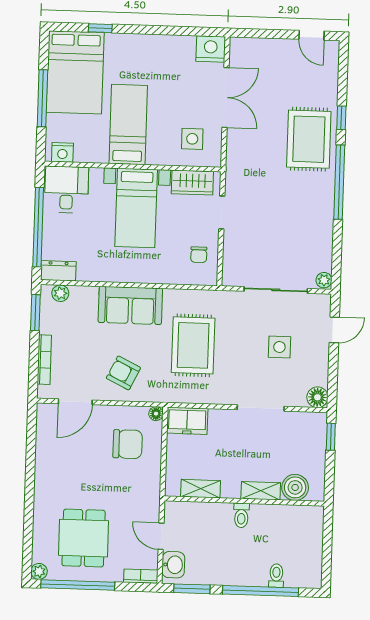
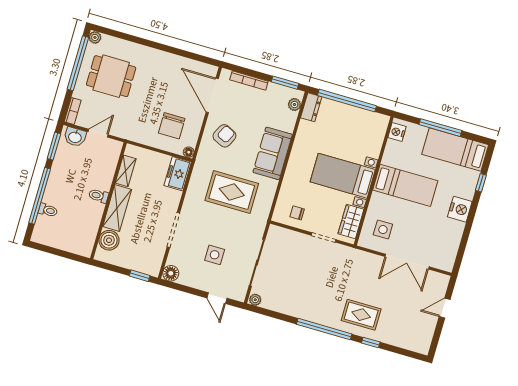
door: (311, 35) -> (445, 308), moved
nightstand: (211, 49) -> (460, 209), moved
bed: (75, 72) -> (455, 150), width x0.67
rug: (309, 139) -> (361, 315), width x0.73, depth x0.70
desk: (66, 190) -> (369, 128), removed
door: (75, 402) -> (212, 95), width x1.36
shelving: (261, 491) -> (117, 208), width x1.50, depth x1.33

